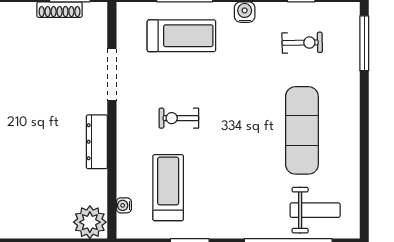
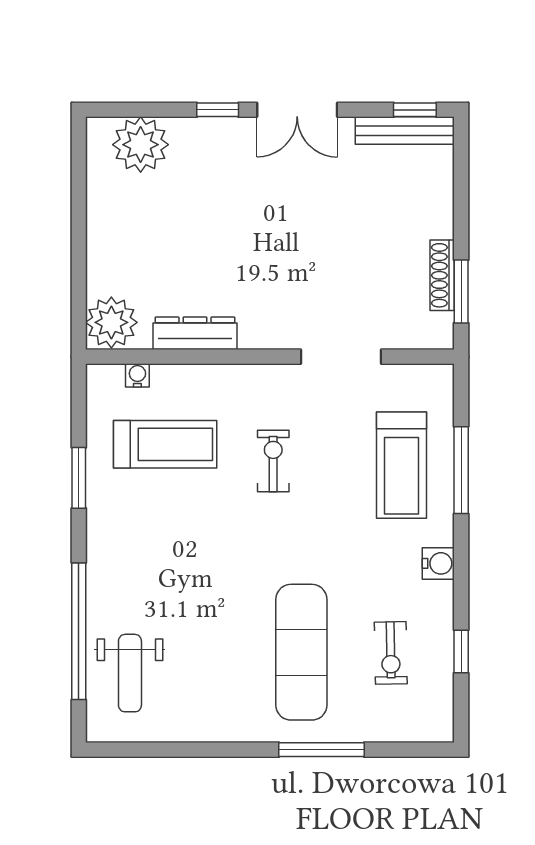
window: (364, 43) -> (322, 750), moved
exercise mat: (302, 130) -> (301, 652), moved, turned 90
dresser: (97, 142) -> (195, 333), moved

